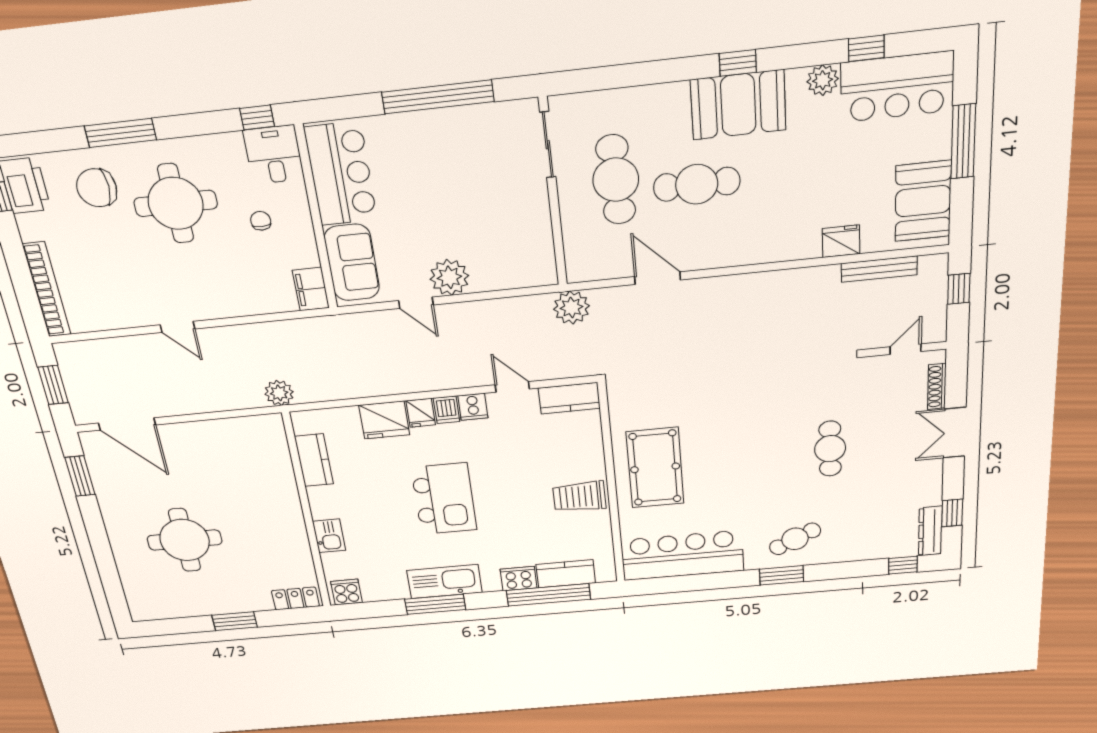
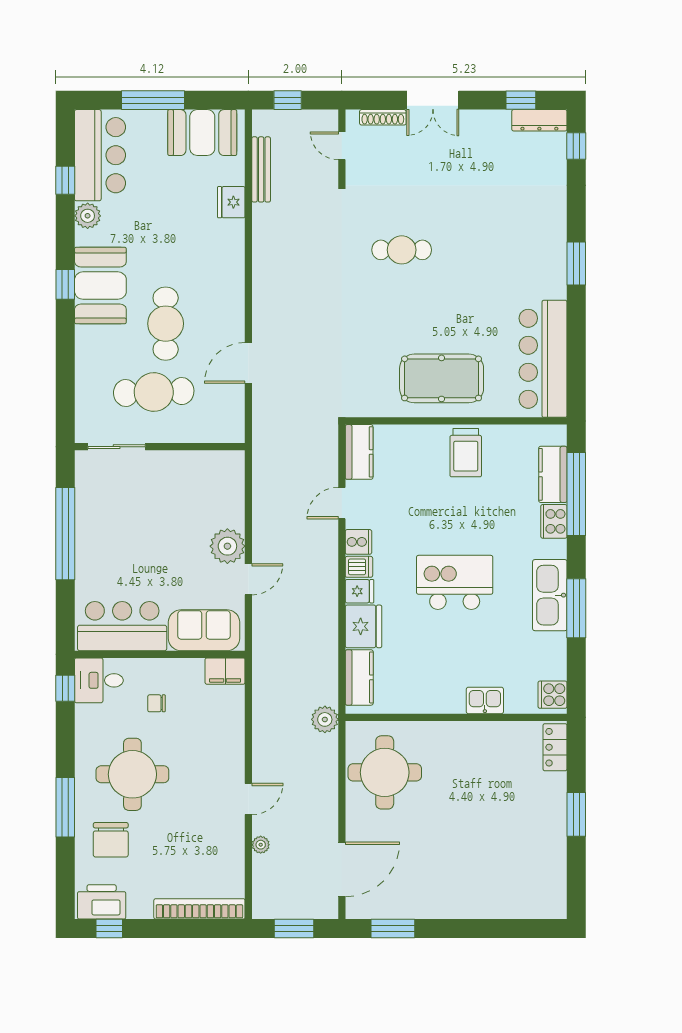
plant: (571, 308) -> (261, 845), moved, width x0.53, depth x0.53
cafe table: (830, 449) -> (402, 250), moved
kitchen counter: (314, 460) -> (359, 677), moved, turned 90
cafe table: (795, 539) -> (535, 249), removed
round table: (185, 540) -> (385, 772), moved

